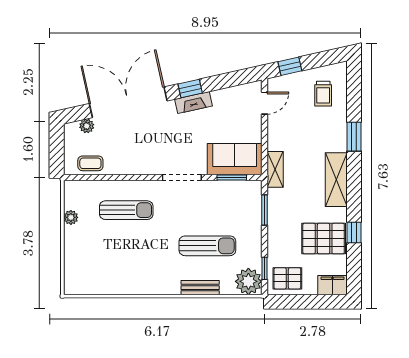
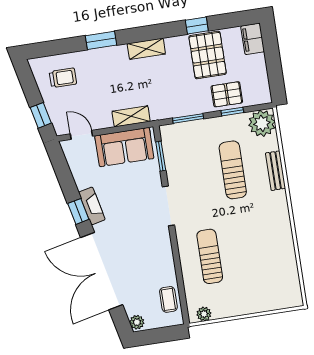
plant: (87, 126) -> (137, 322), moved
sofa: (235, 159) -> (124, 147), moved, turned -90
shelving: (275, 169) -> (131, 116), moved
shelving: (336, 180) -> (146, 49), width x0.67, depth x0.75
plant: (71, 217) -> (204, 314), moved
window: (264, 268) -> (232, 112), moved
pallet: (287, 278) -> (227, 94), moved, turned 90

